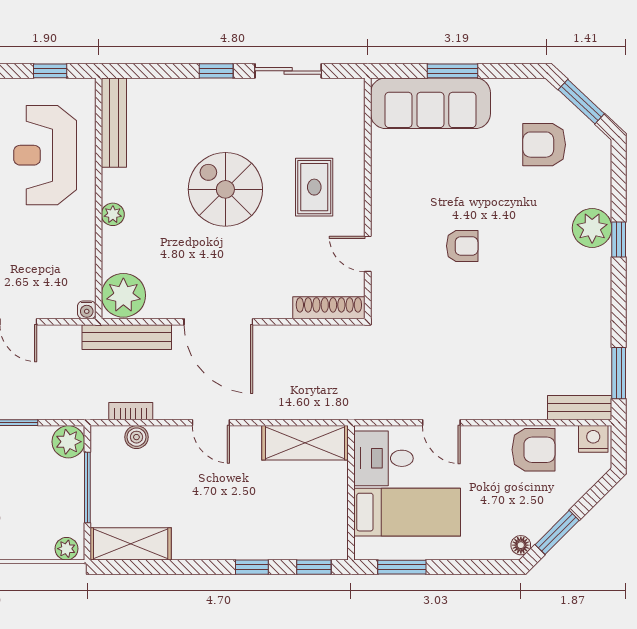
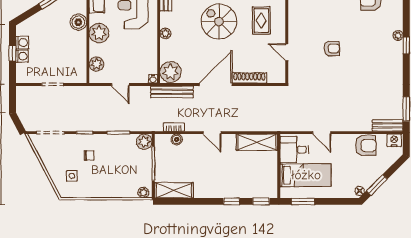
plant: (592, 228) -> (398, 36), width x0.53, depth x0.53
shoe rack: (329, 308) -> (249, 78), moved
door: (218, 322) -> (216, 85), swing flipped

